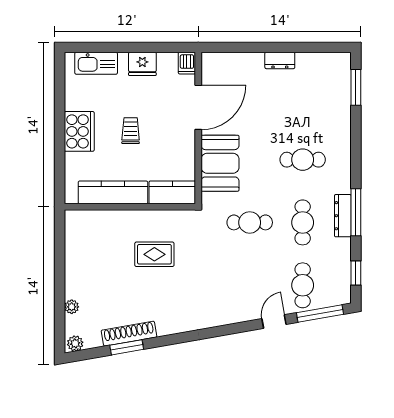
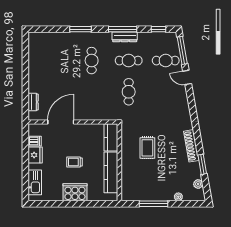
dresser: (280, 60) -> (33, 102), moved
dishwasher: (187, 63) -> (35, 141), moved
window: (356, 87) -> (81, 29), moved
door: (198, 107) -> (61, 122), hinge flipped
booth: (220, 163) -> (94, 109), removed
window: (60, 265) -> (154, 204), added
shoe rack: (129, 334) -> (191, 146), moved
plant: (75, 343) -> (198, 184), moved

